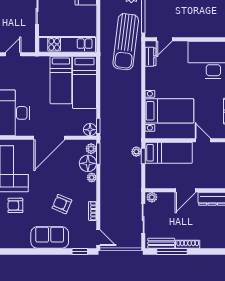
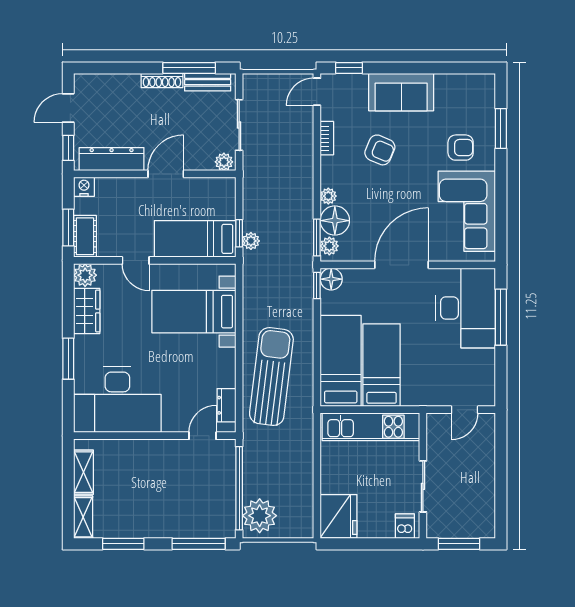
sun lounger: (126, 42) -> (271, 377), moved
door: (98, 238) -> (317, 92), hinge flipped

